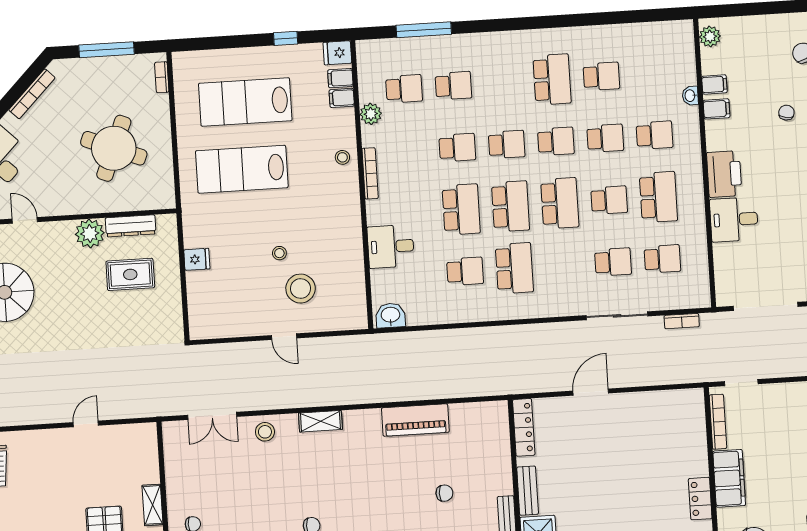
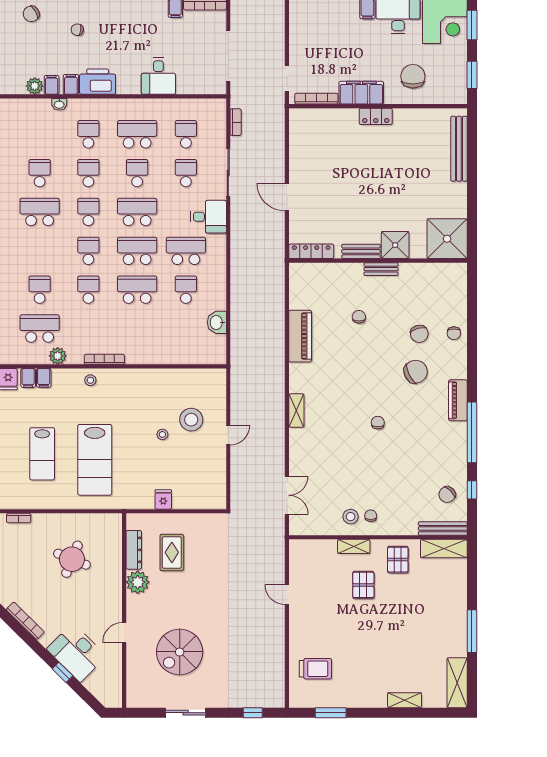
plant: (710, 36) -> (35, 86), moved
school desk: (404, 89) -> (40, 329), width x1.85
lab bench: (245, 102) -> (42, 454), width x0.73, depth x0.72
round table: (114, 148) -> (72, 559), width x0.73, depth x0.73
printer: (724, 174) -> (98, 82), moved
desk: (391, 246) -> (209, 217), moved, turned -90
washbasin: (390, 315) -> (217, 322), moved
stool: (265, 432) -> (351, 517), moved

